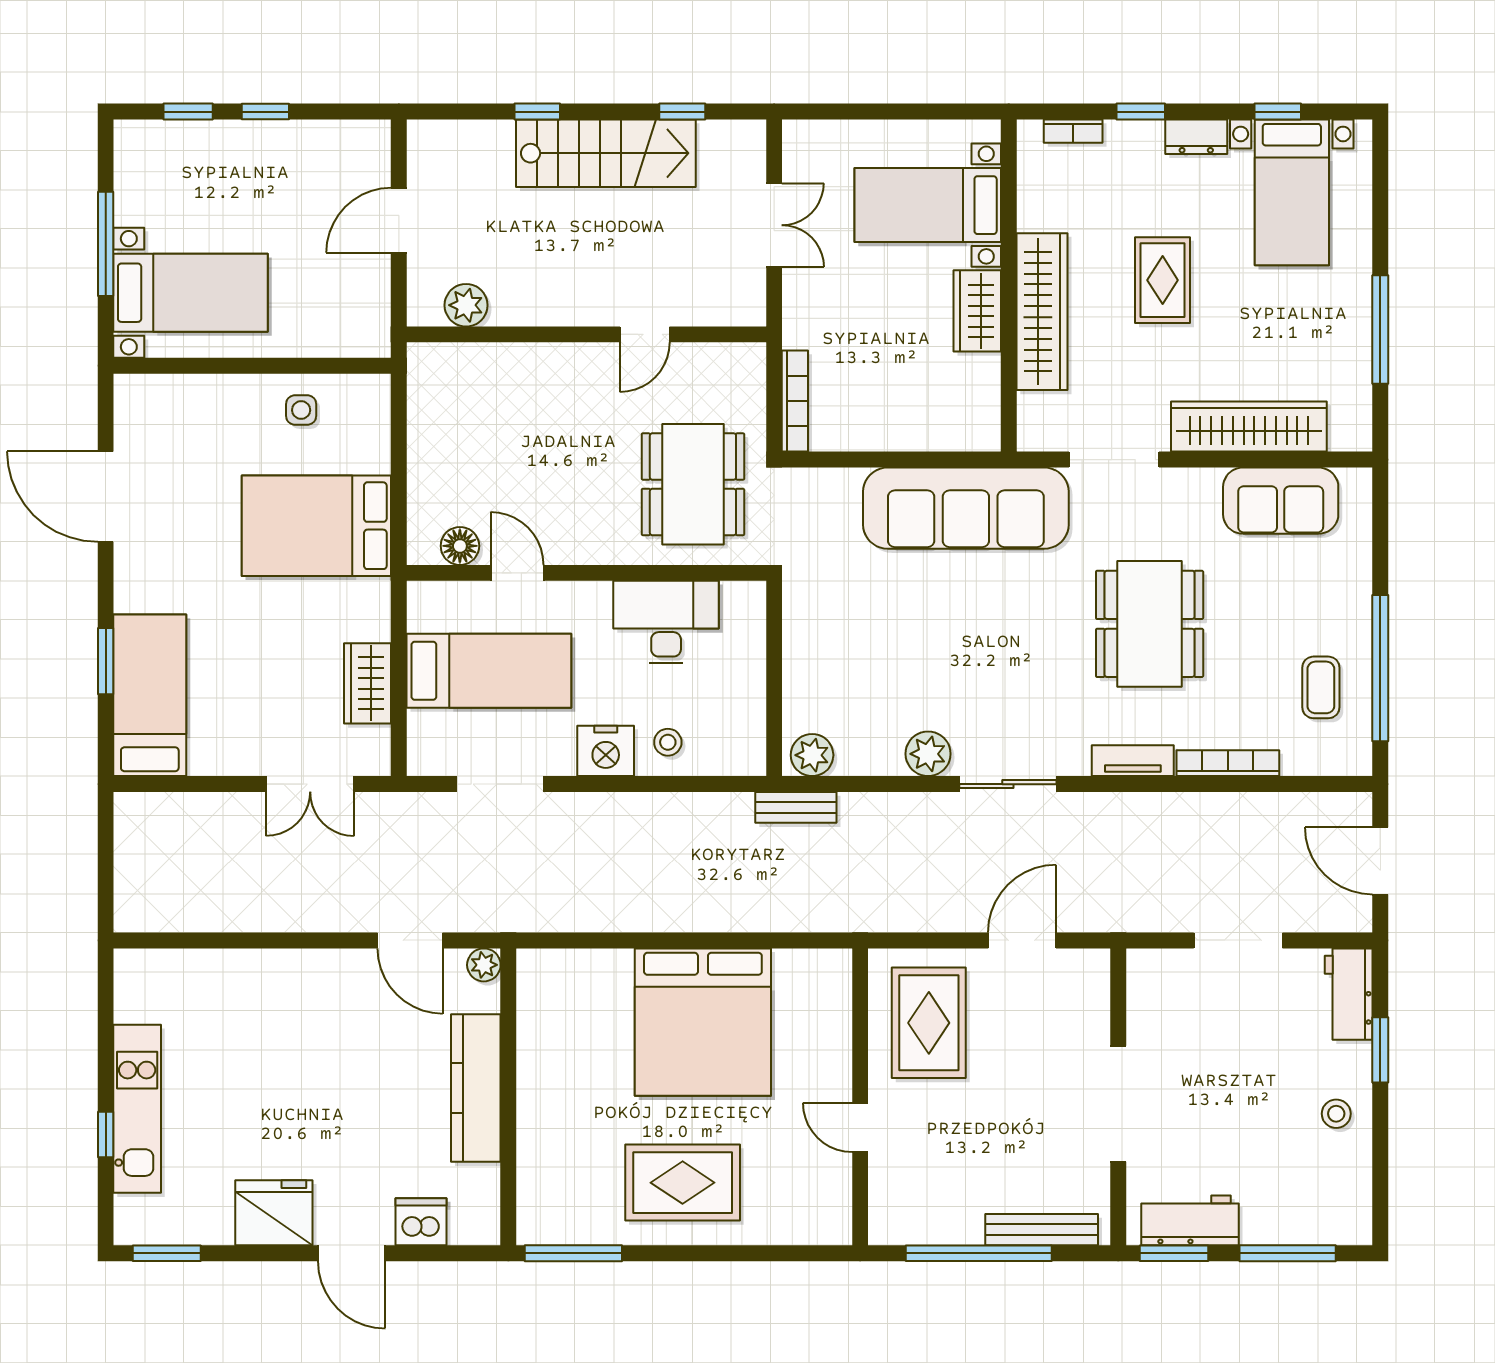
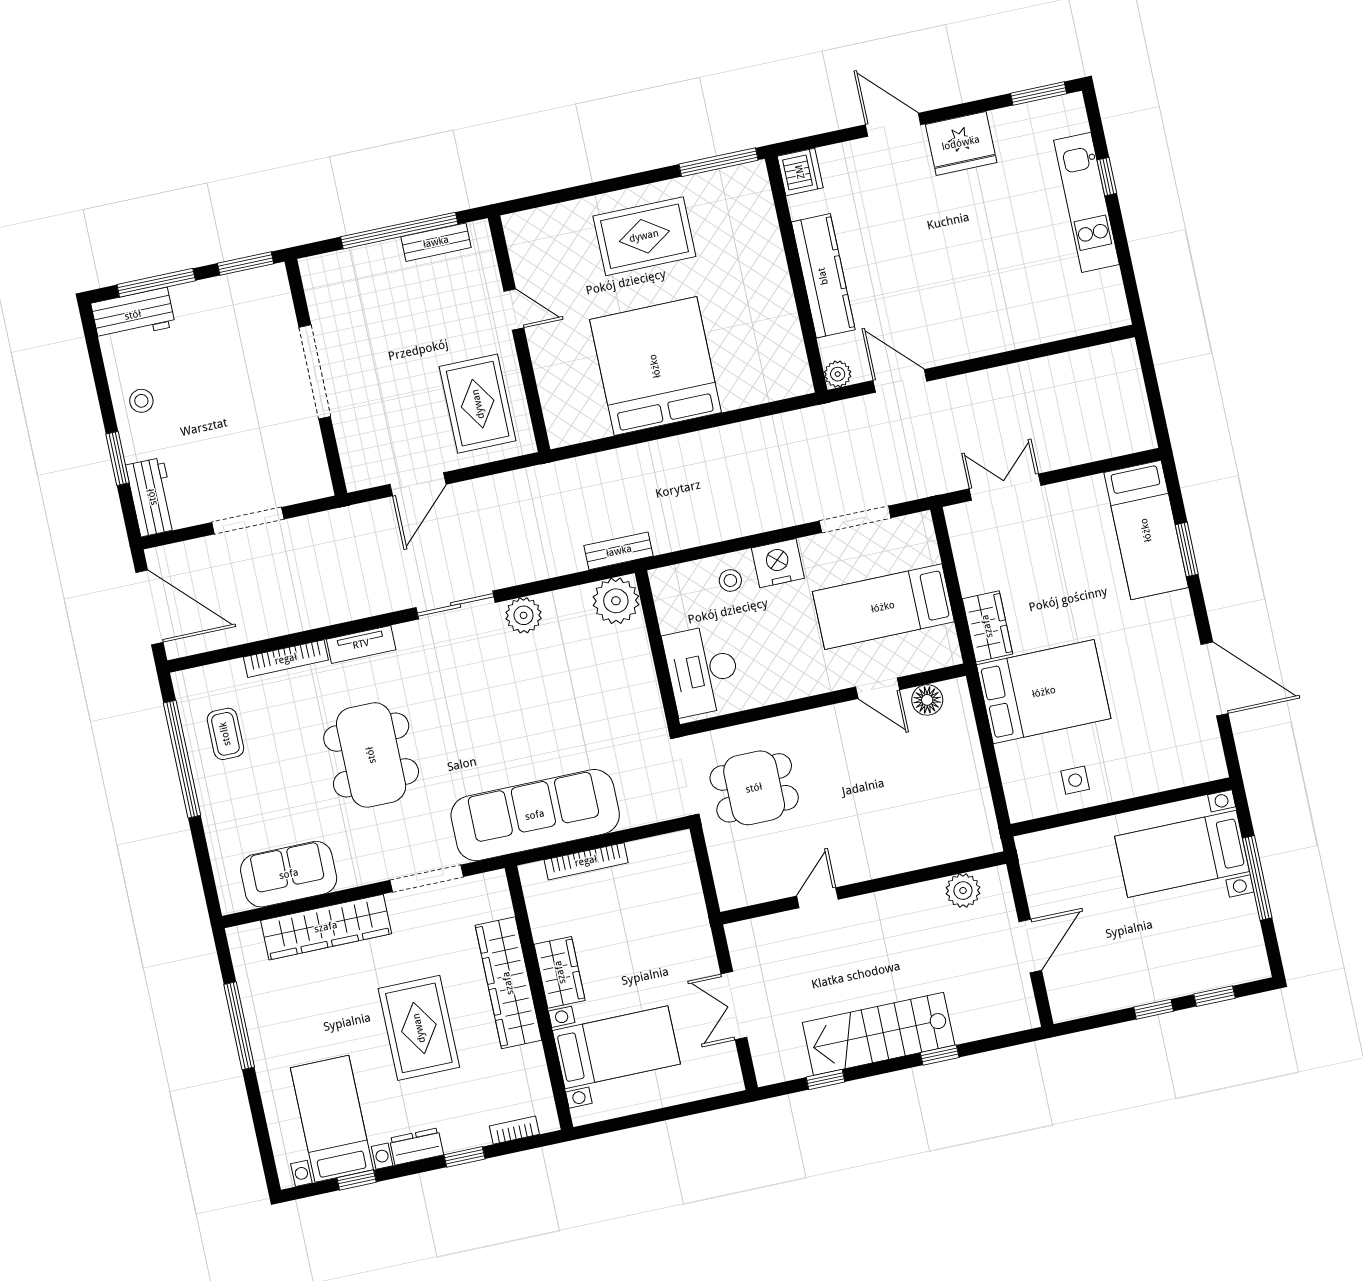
rug: (1163, 280) -> (419, 1028), width x1.36, depth x1.43
bookcase: (795, 401) -> (586, 861), moved, turned -90
dining table: (693, 484) -> (754, 788), width x0.73
desk: (666, 622) -> (703, 670), moved, turned 90
wardrobe: (368, 683) -> (987, 626), moved
plant: (812, 755) -> (616, 601), width x1.36, depth x1.36
door: (1380, 861) -> (149, 607), width x1.36
workbench: (1190, 1220) -> (133, 315), moved
dishwasher: (421, 1222) -> (800, 172), moved, turned -90
bench: (1042, 1230) -> (436, 242), moved, width x0.73

